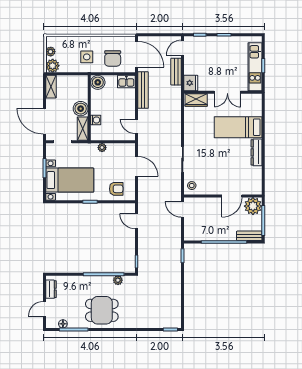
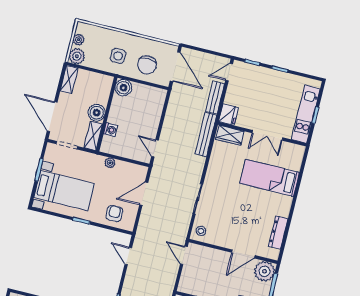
kitchen sink: (126, 82) -> (156, 95), removed
bench: (143, 90) -> (206, 135), moved
dresser: (256, 152) -> (278, 233), moved
door: (137, 166) -> (144, 194), swing flipped
armchair: (116, 189) -> (114, 213), turned -90

